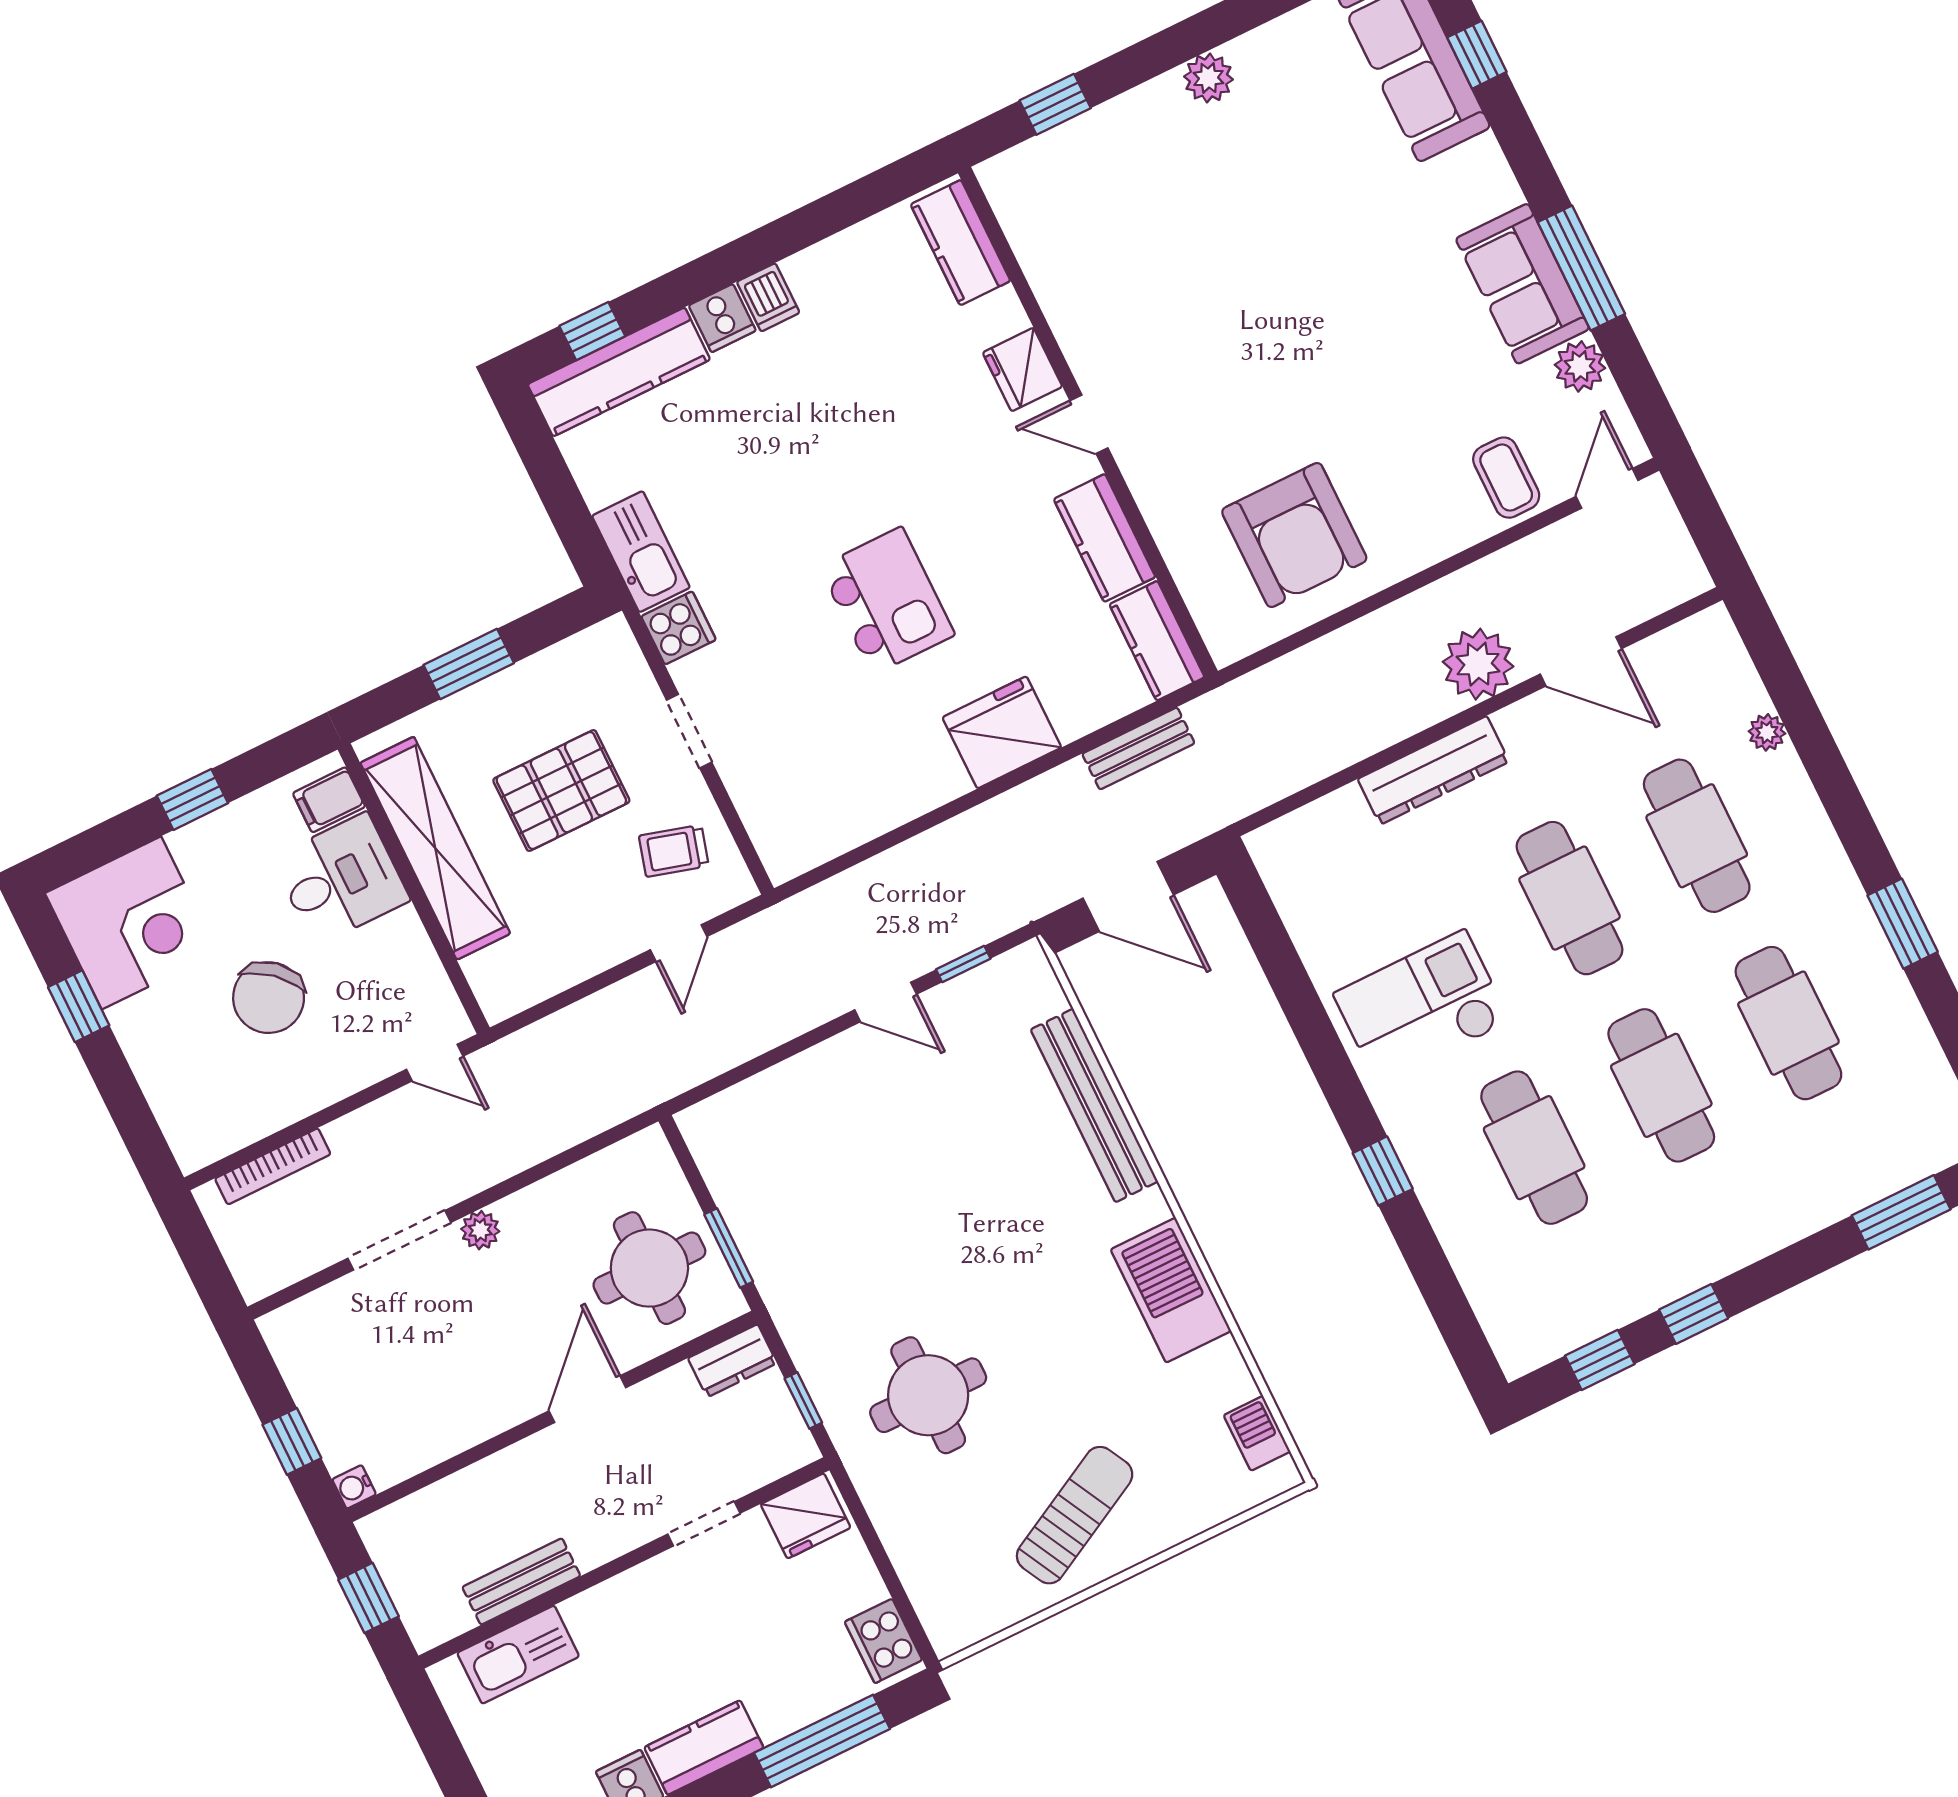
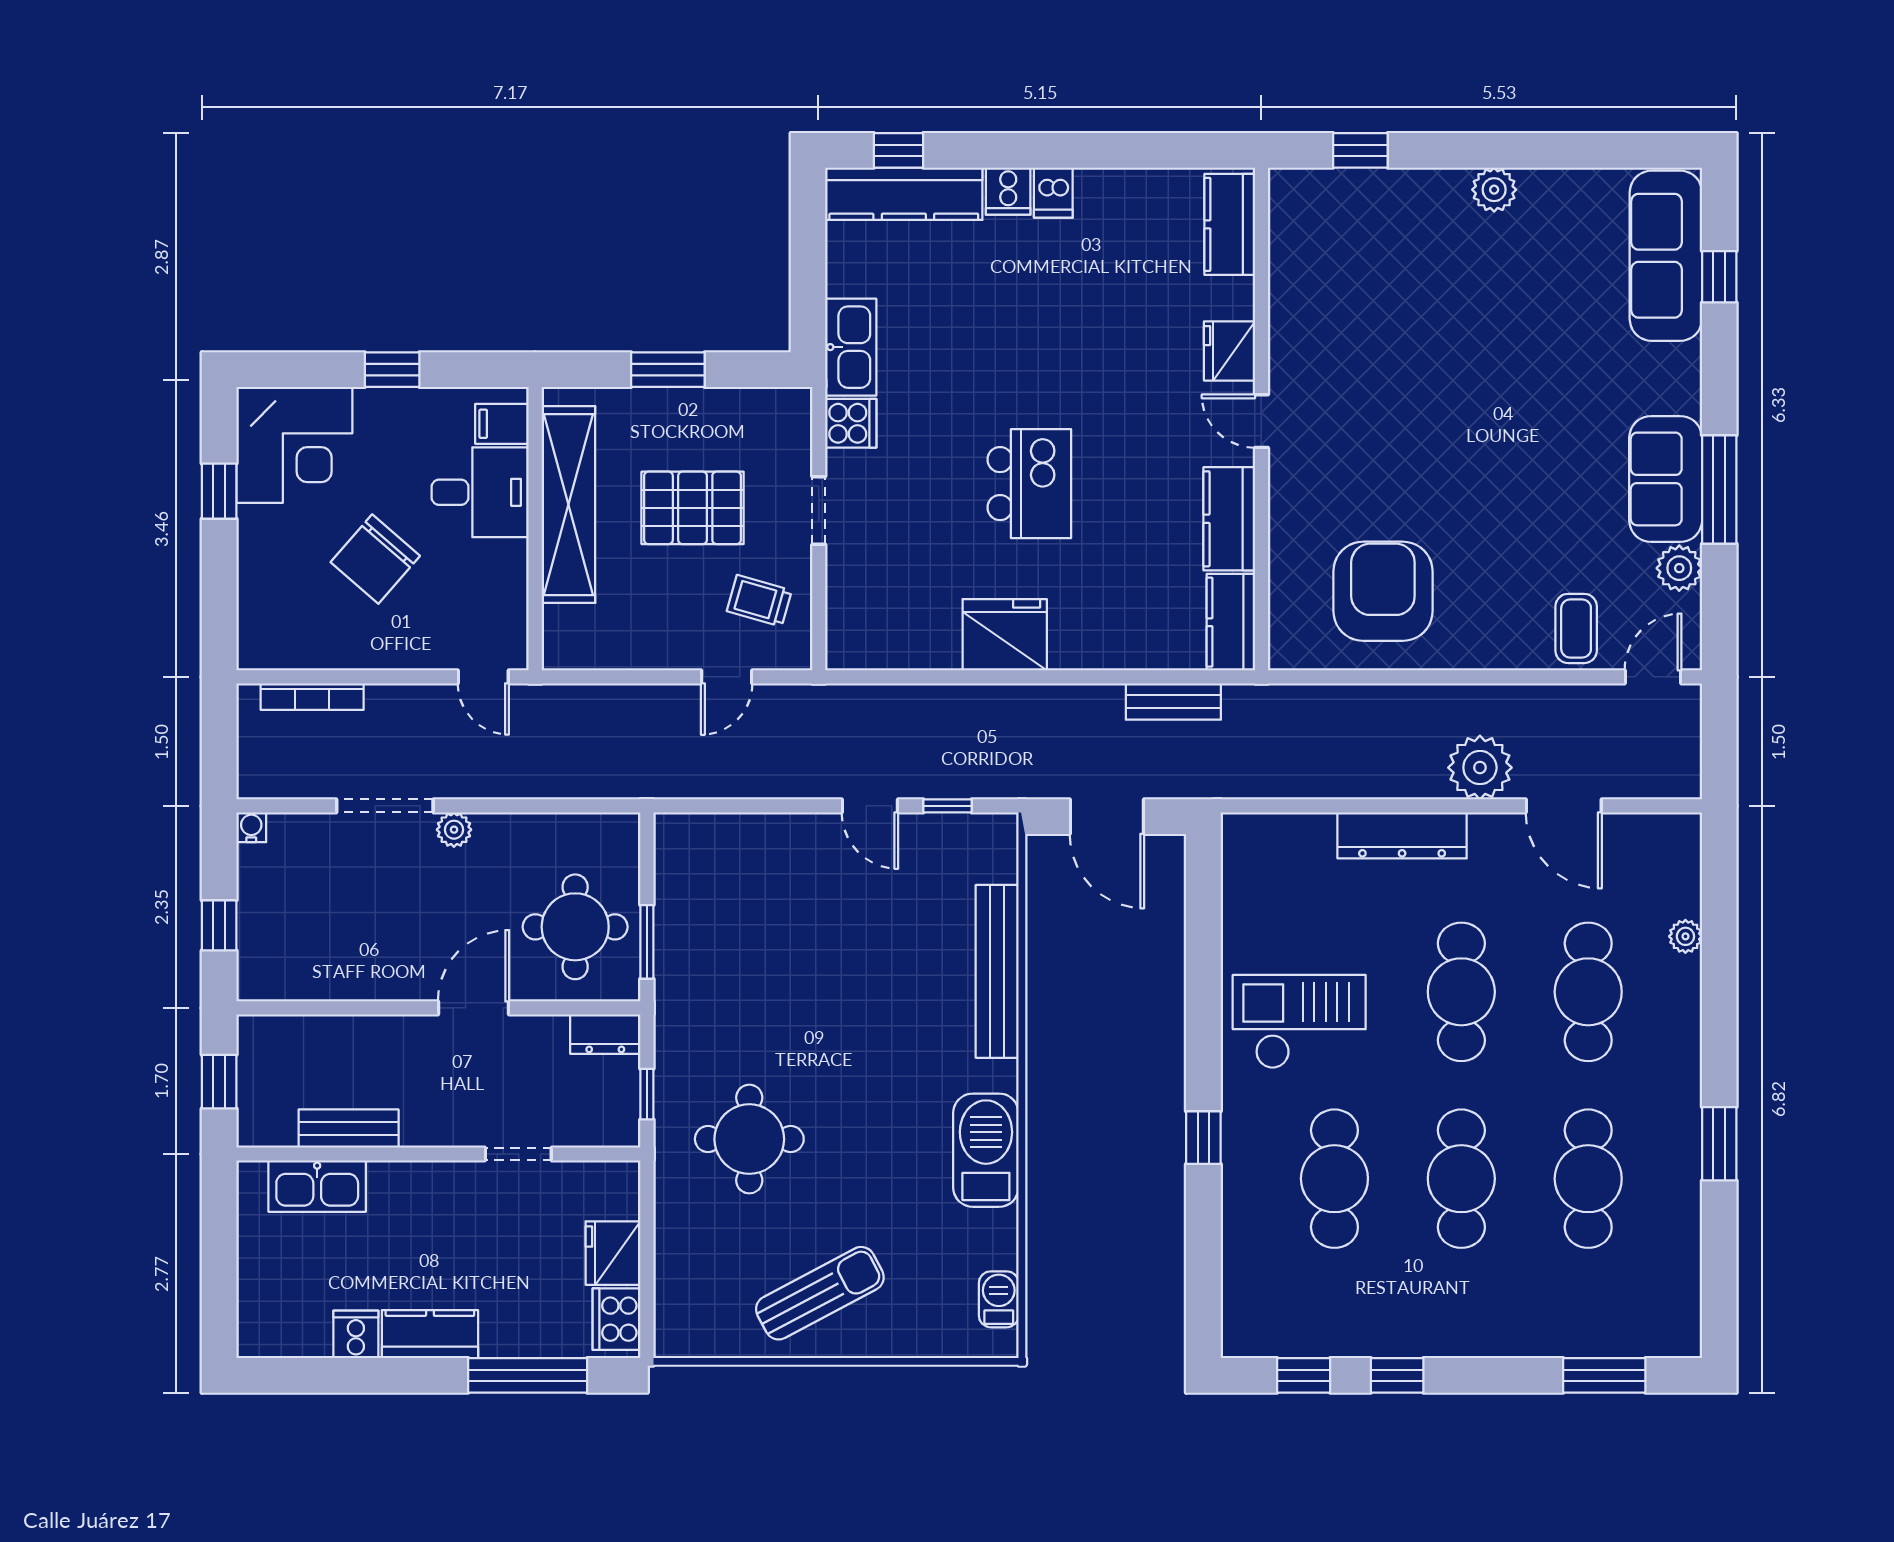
armchair: (1294, 535) -> (1383, 591), turned 180
fridge: (1002, 732) -> (1005, 635), moved
water cooler: (354, 1487) -> (251, 827), moved, turned 90
fridge: (806, 1516) -> (613, 1253), moved, turned 90

